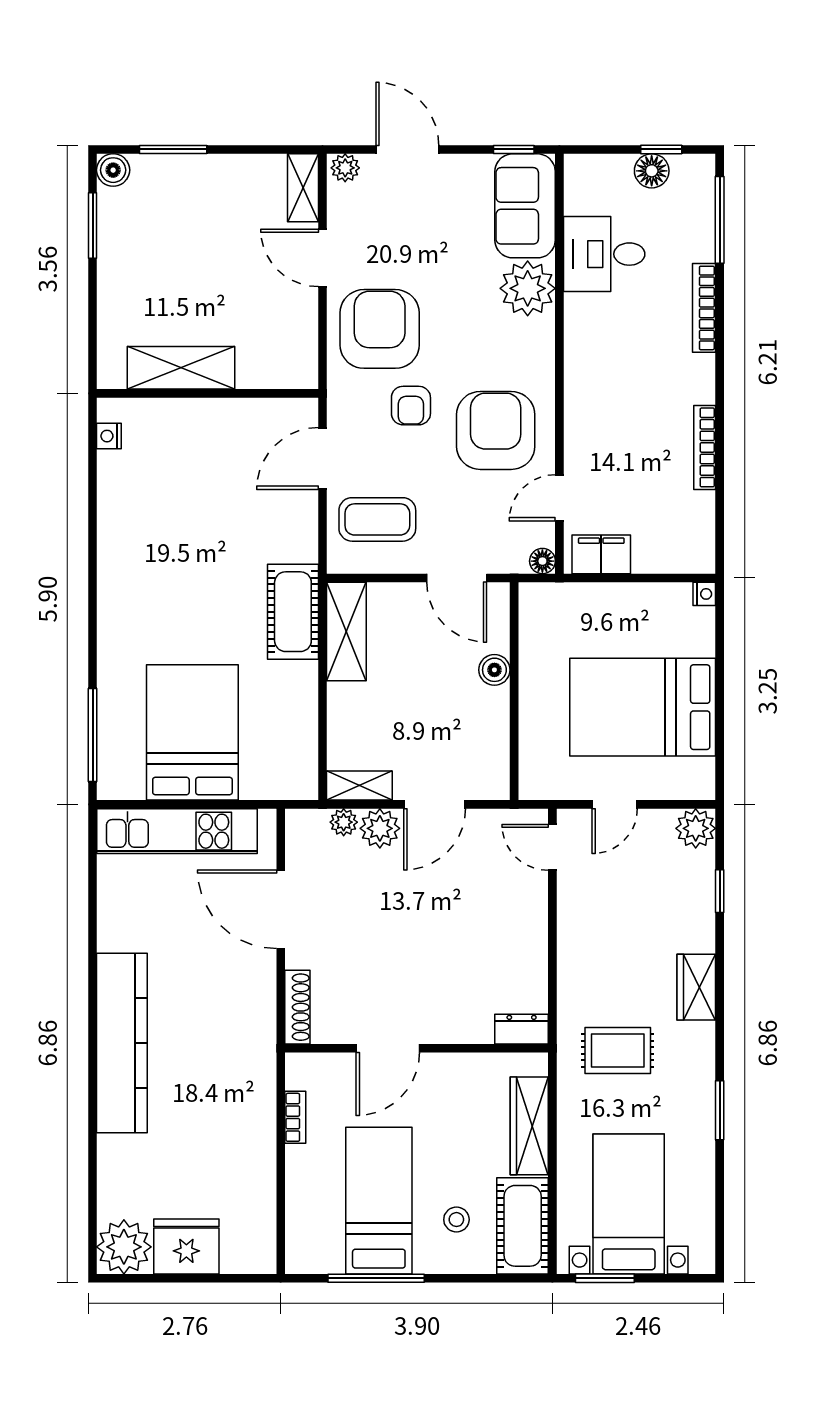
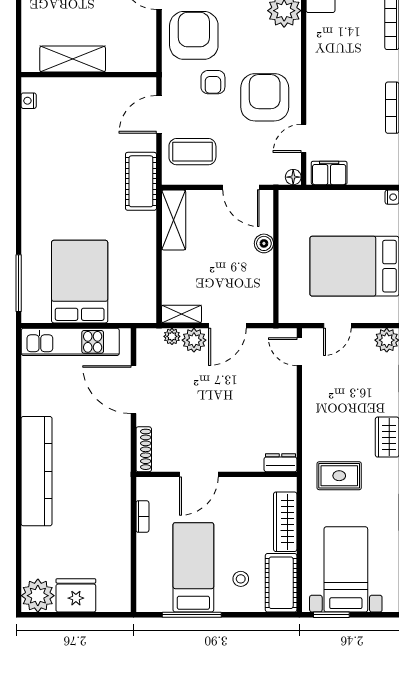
cot: (293, 612) -> (141, 181), moved

